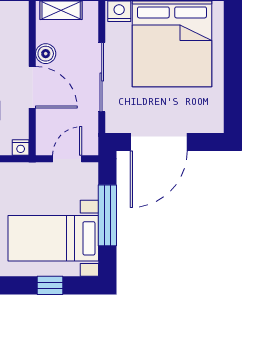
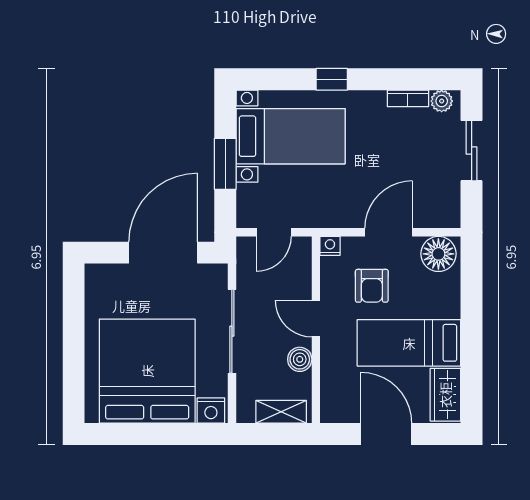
door: (32, 87) -> (316, 319), width x0.73
window: (107, 215) -> (225, 164), width x0.69
window: (50, 285) -> (332, 79), moved

